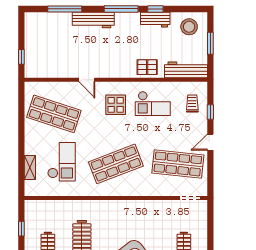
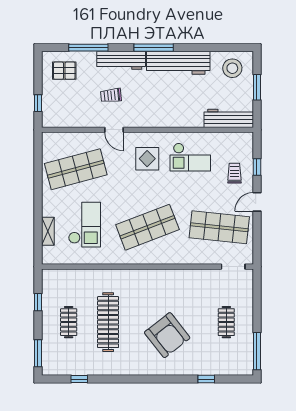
window: (155, 9) -> (193, 48), removed
workbench: (155, 20) -> (178, 63), width x1.88, depth x1.32
trolley: (84, 50) -> (111, 95), added
pallet: (147, 67) -> (64, 71), moved
trolley: (192, 104) -> (234, 173), moved
shop shelf: (54, 114) -> (76, 169), turned -33

